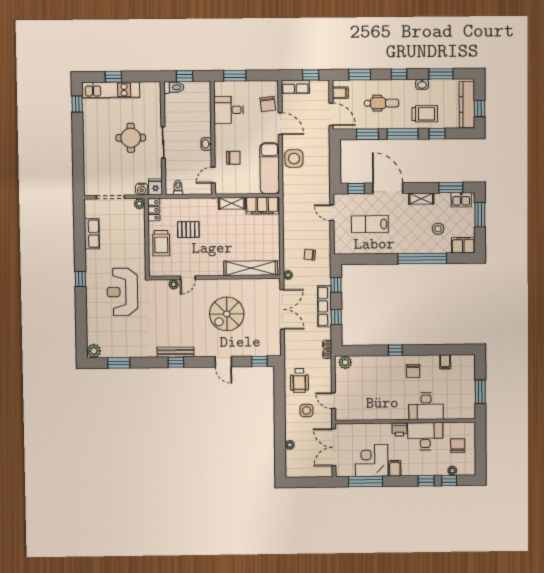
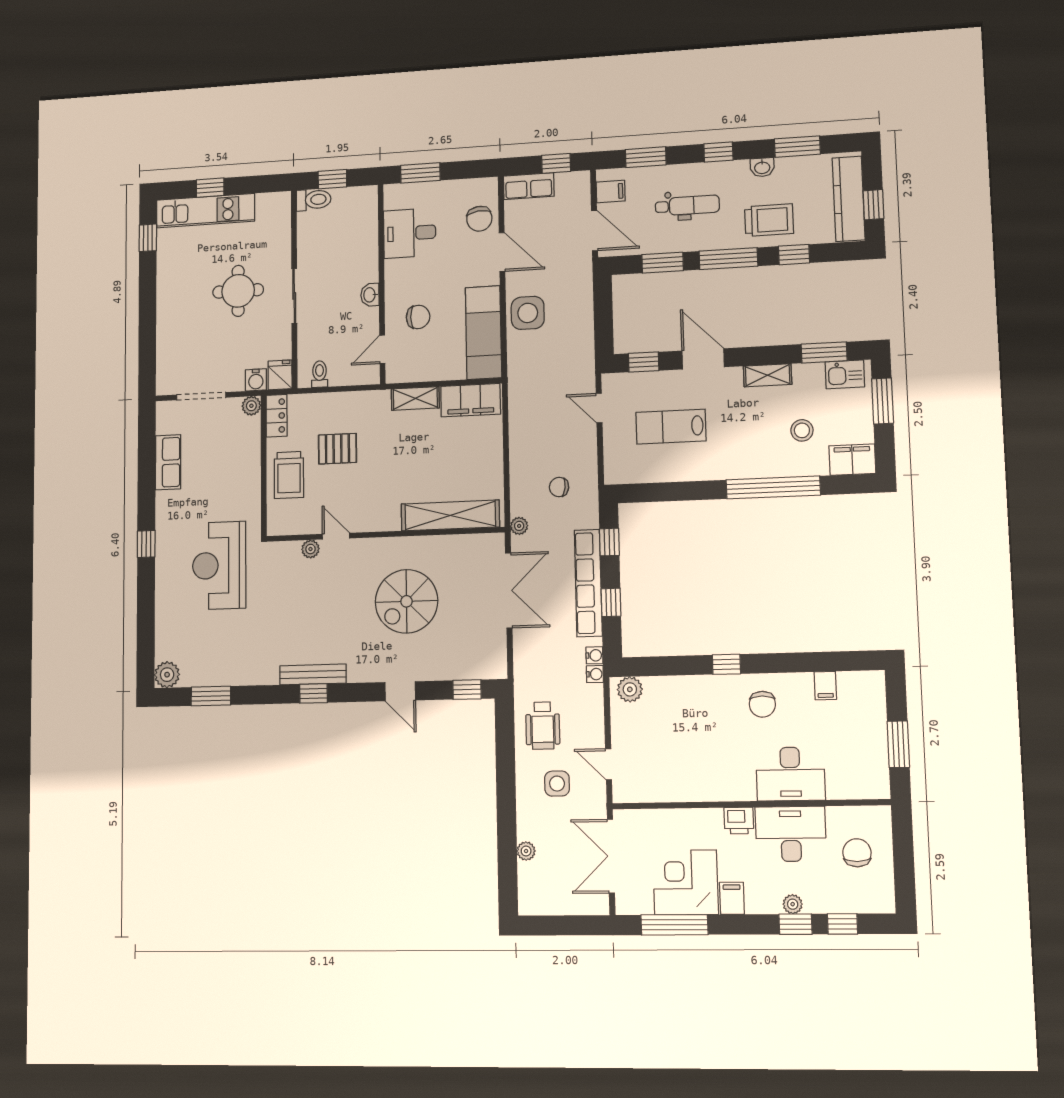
door: (388, 188) -> (703, 359), width x0.73
door: (188, 278) -> (336, 536), swing flipped
row of seats: (324, 306) -> (588, 583), width x1.36
plant: (452, 471) -> (793, 904), moved

